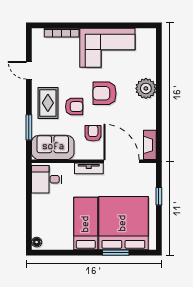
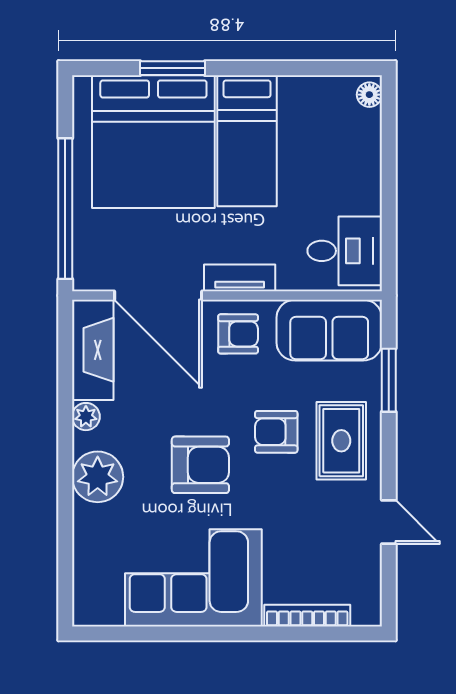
plant: (151, 113) -> (86, 417), added
armchair: (93, 133) -> (238, 334), moved, turned -90
fireplace: (150, 145) -> (93, 350), width x1.37, depth x1.32
window: (159, 196) -> (65, 209), width x3.17

